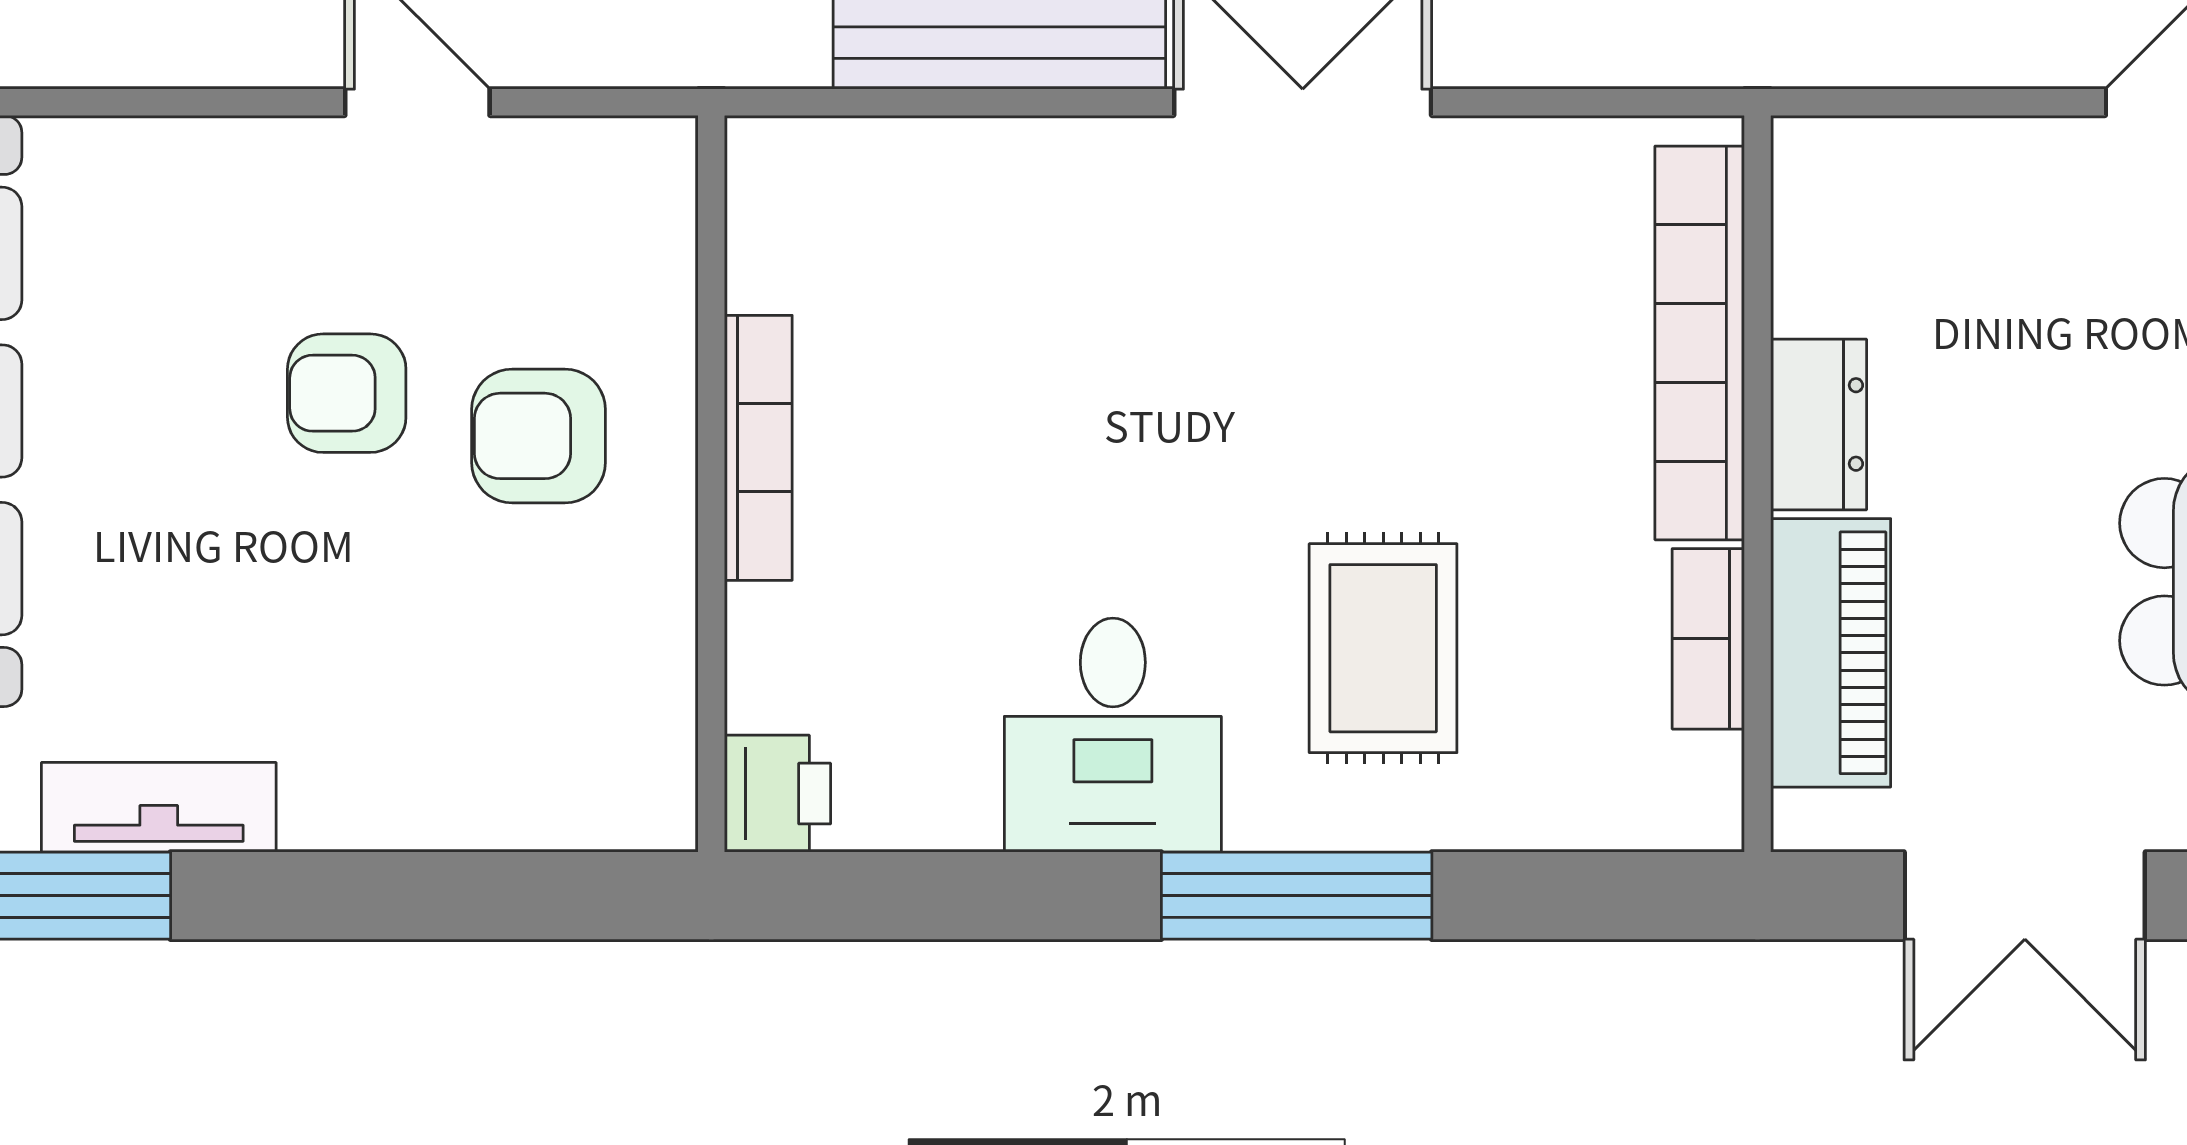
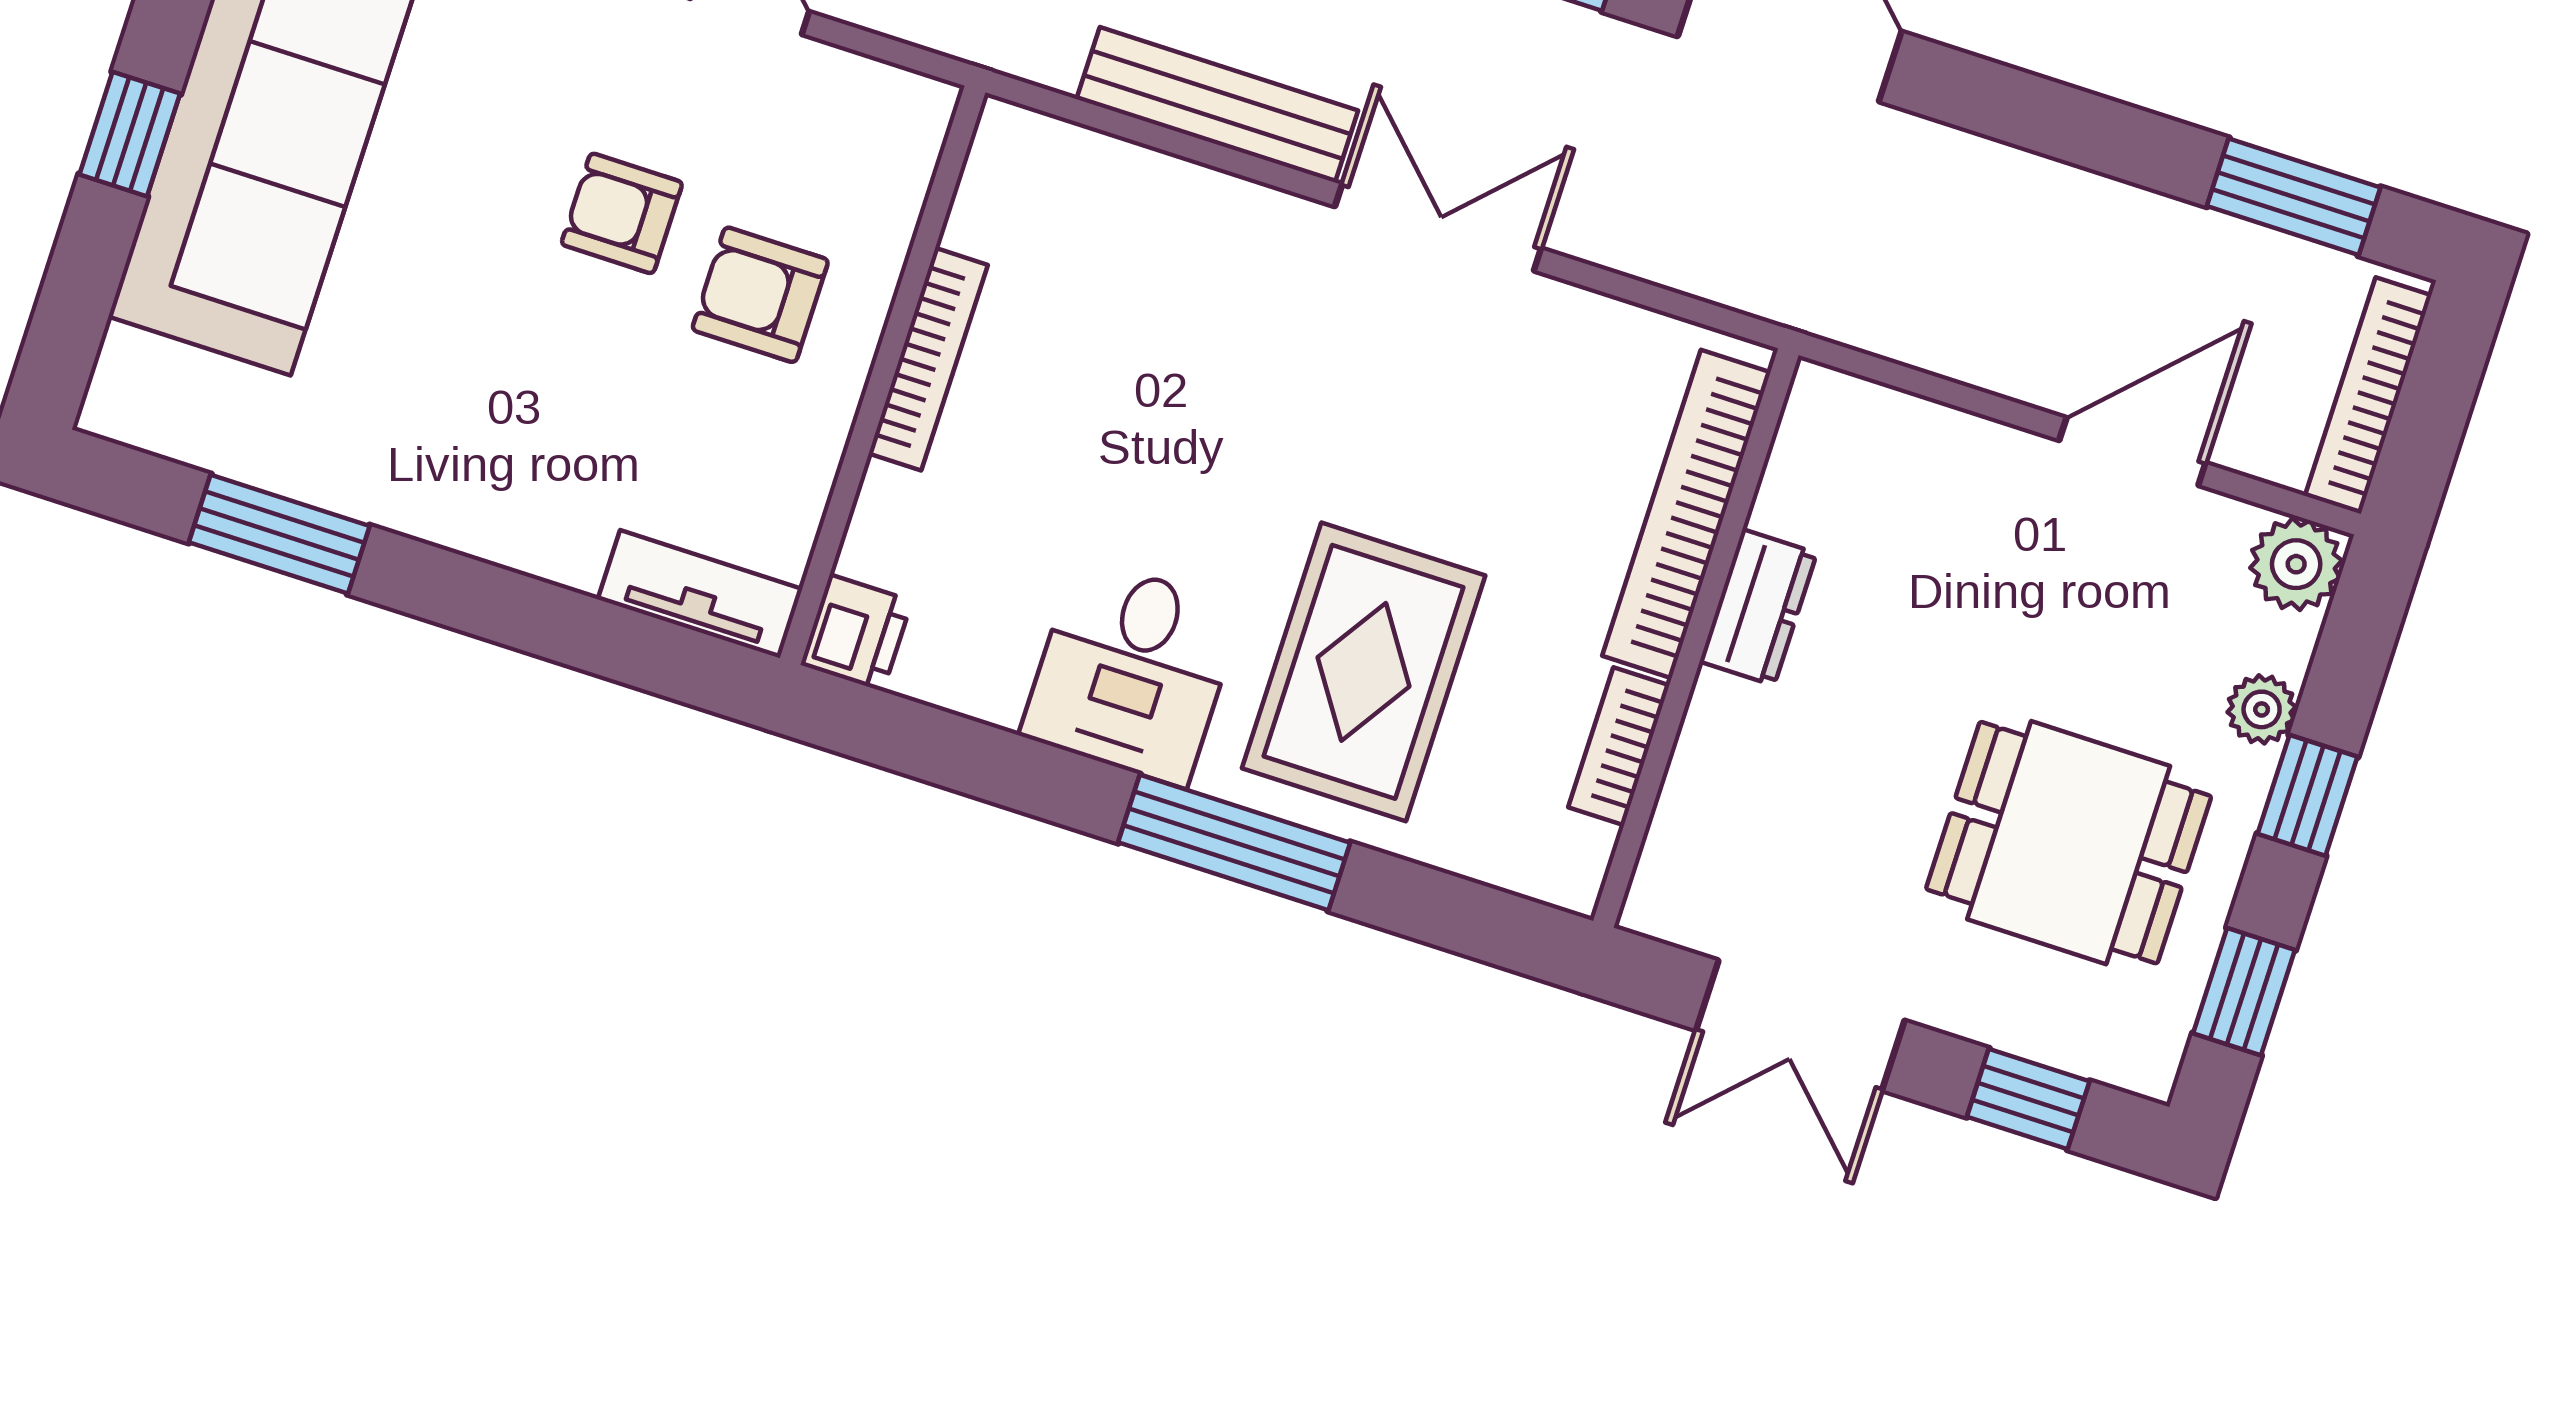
rug: (1383, 648) -> (1364, 672), width x1.36, depth x1.43
piano: (1831, 653) -> (1710, 788), removed
tv unit: (159, 807) -> (700, 594), moved

